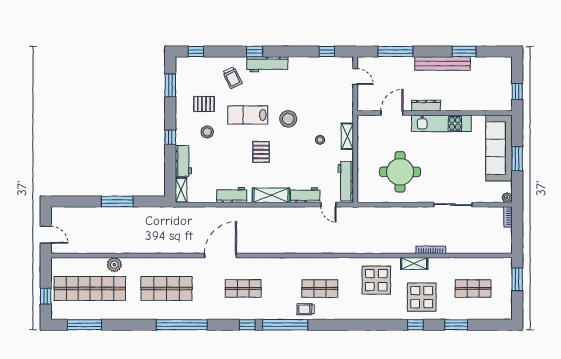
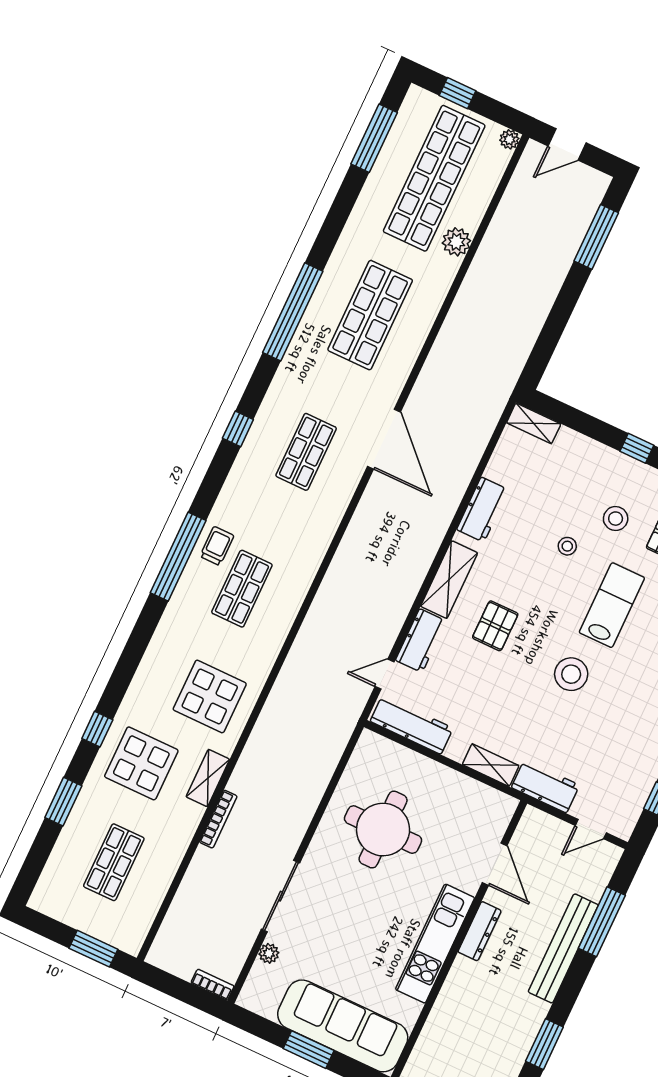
bench: (443, 63) -> (563, 948), moved
stool: (320, 140) -> (567, 546), moved
pallet: (261, 152) -> (495, 626), moved, turned 90
workbench: (183, 161) -> (545, 786), moved, turned 180
plant: (507, 198) -> (269, 953), moved
window: (117, 201) -> (596, 237), moved
plant: (56, 262) -> (509, 139), added
window: (285, 325) -> (178, 557), moved

